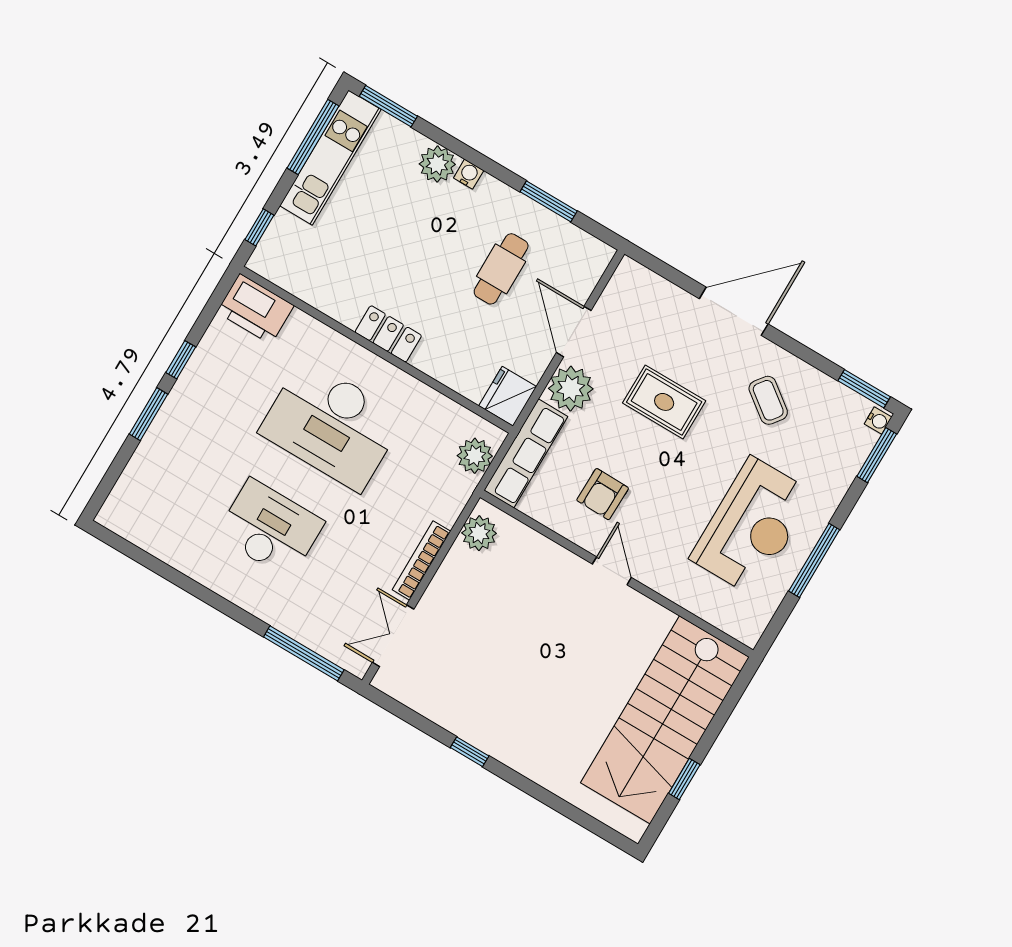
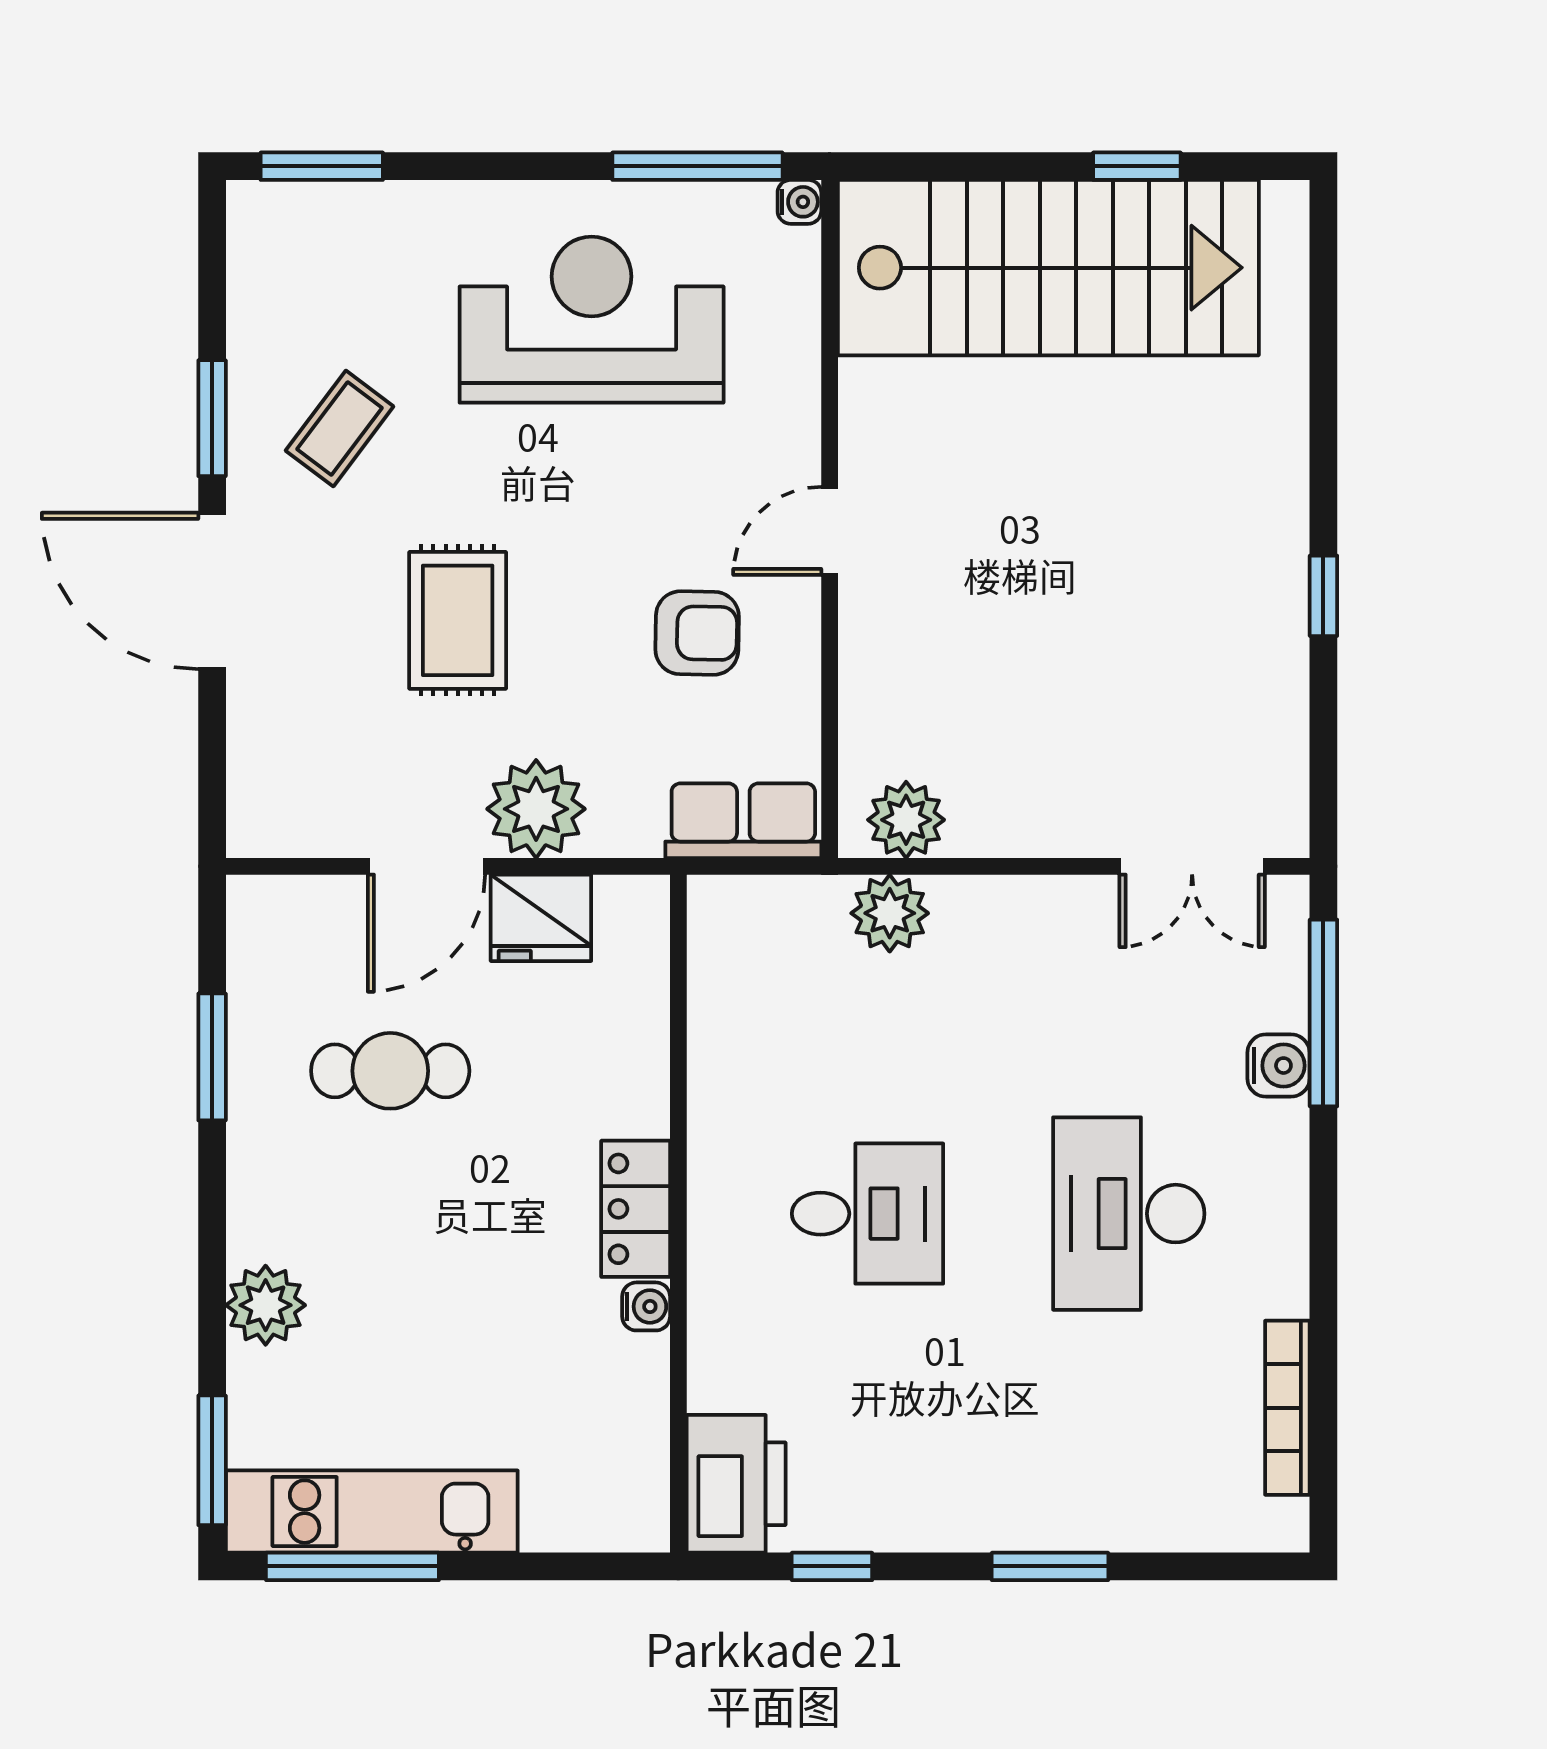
water cooler: (469, 174) -> (646, 1306), moved, turned 180
window: (259, 227) -> (580, 1566), removed
window: (181, 360) -> (832, 1566), moved
window: (864, 389) -> (212, 418), moved
fridge: (508, 396) -> (541, 918), moved
water cooler: (878, 421) -> (799, 202), moved, turned 90
desk: (332, 425) -> (867, 1214), width x0.53, depth x0.77
row of seats: (526, 453) -> (743, 821), width x0.68
plant: (475, 456) -> (890, 913), moved
window: (814, 560) -> (697, 166), moved
bookcase: (421, 561) -> (1287, 1408), moved, turned 90
water cooler: (294, 623) -> (1278, 1066), added

